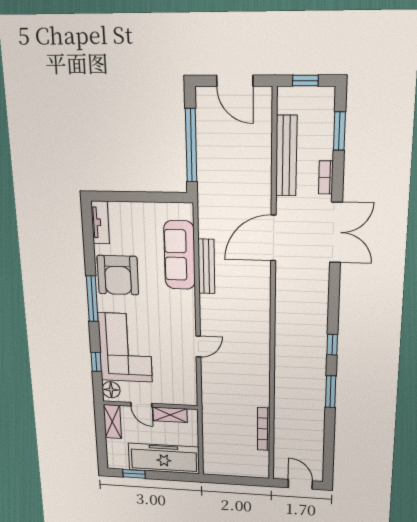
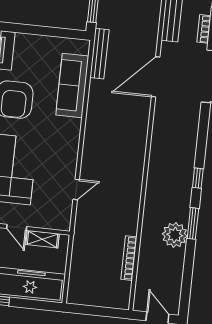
bench: (206, 266) -> (99, 54), moved
door: (198, 346) -> (76, 189), moved
plant: (311, 404) -> (175, 235), added

